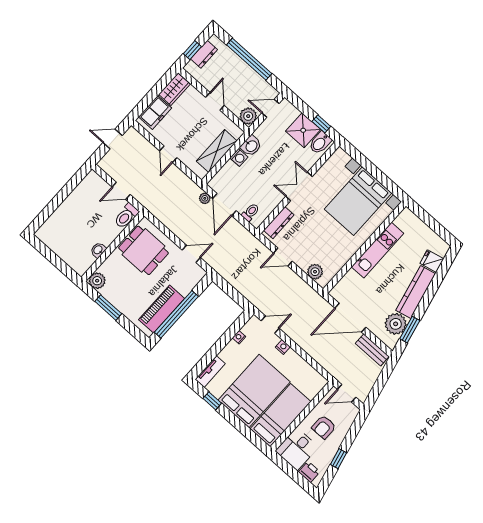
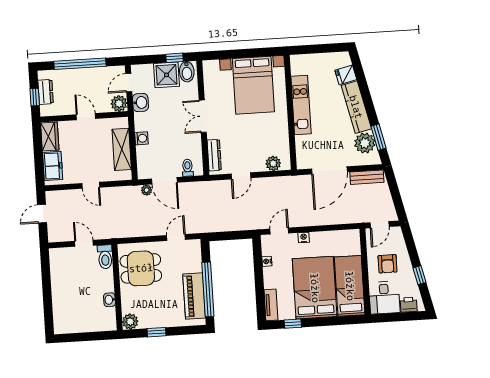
washbasin: (251, 146) -> (140, 102), moved
door: (121, 191) -> (84, 243), swing flipped
window: (108, 308) -> (157, 332), width x0.67

